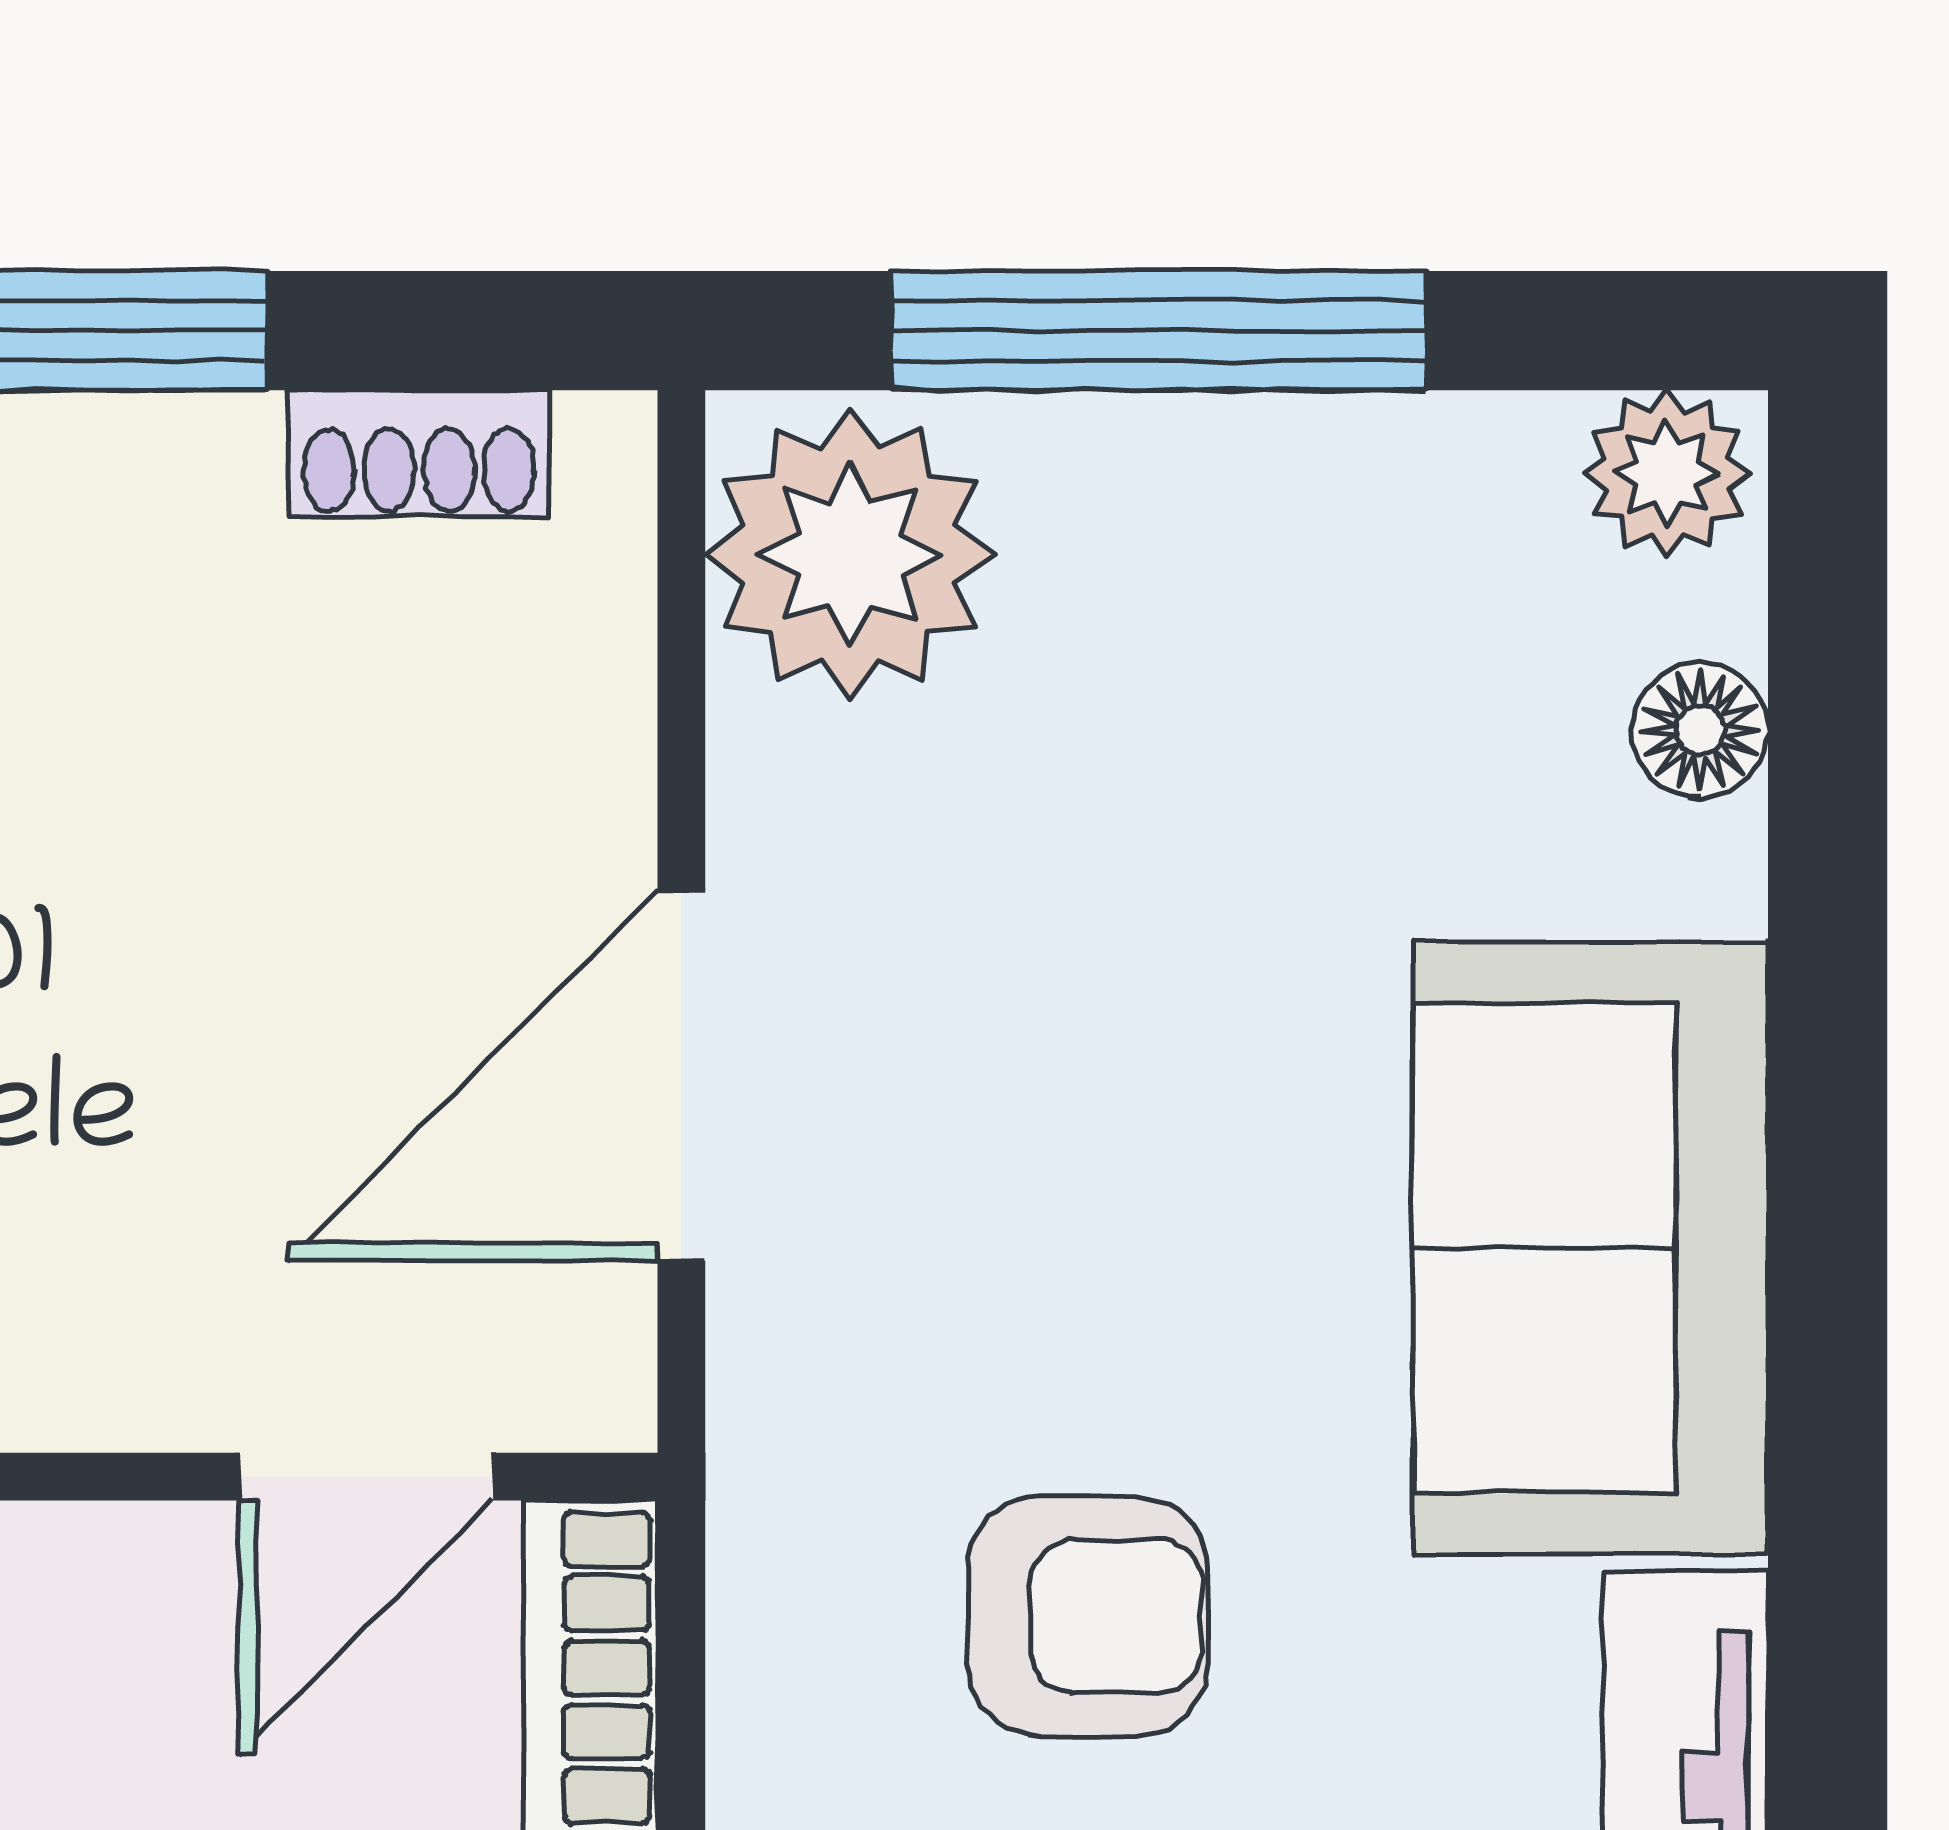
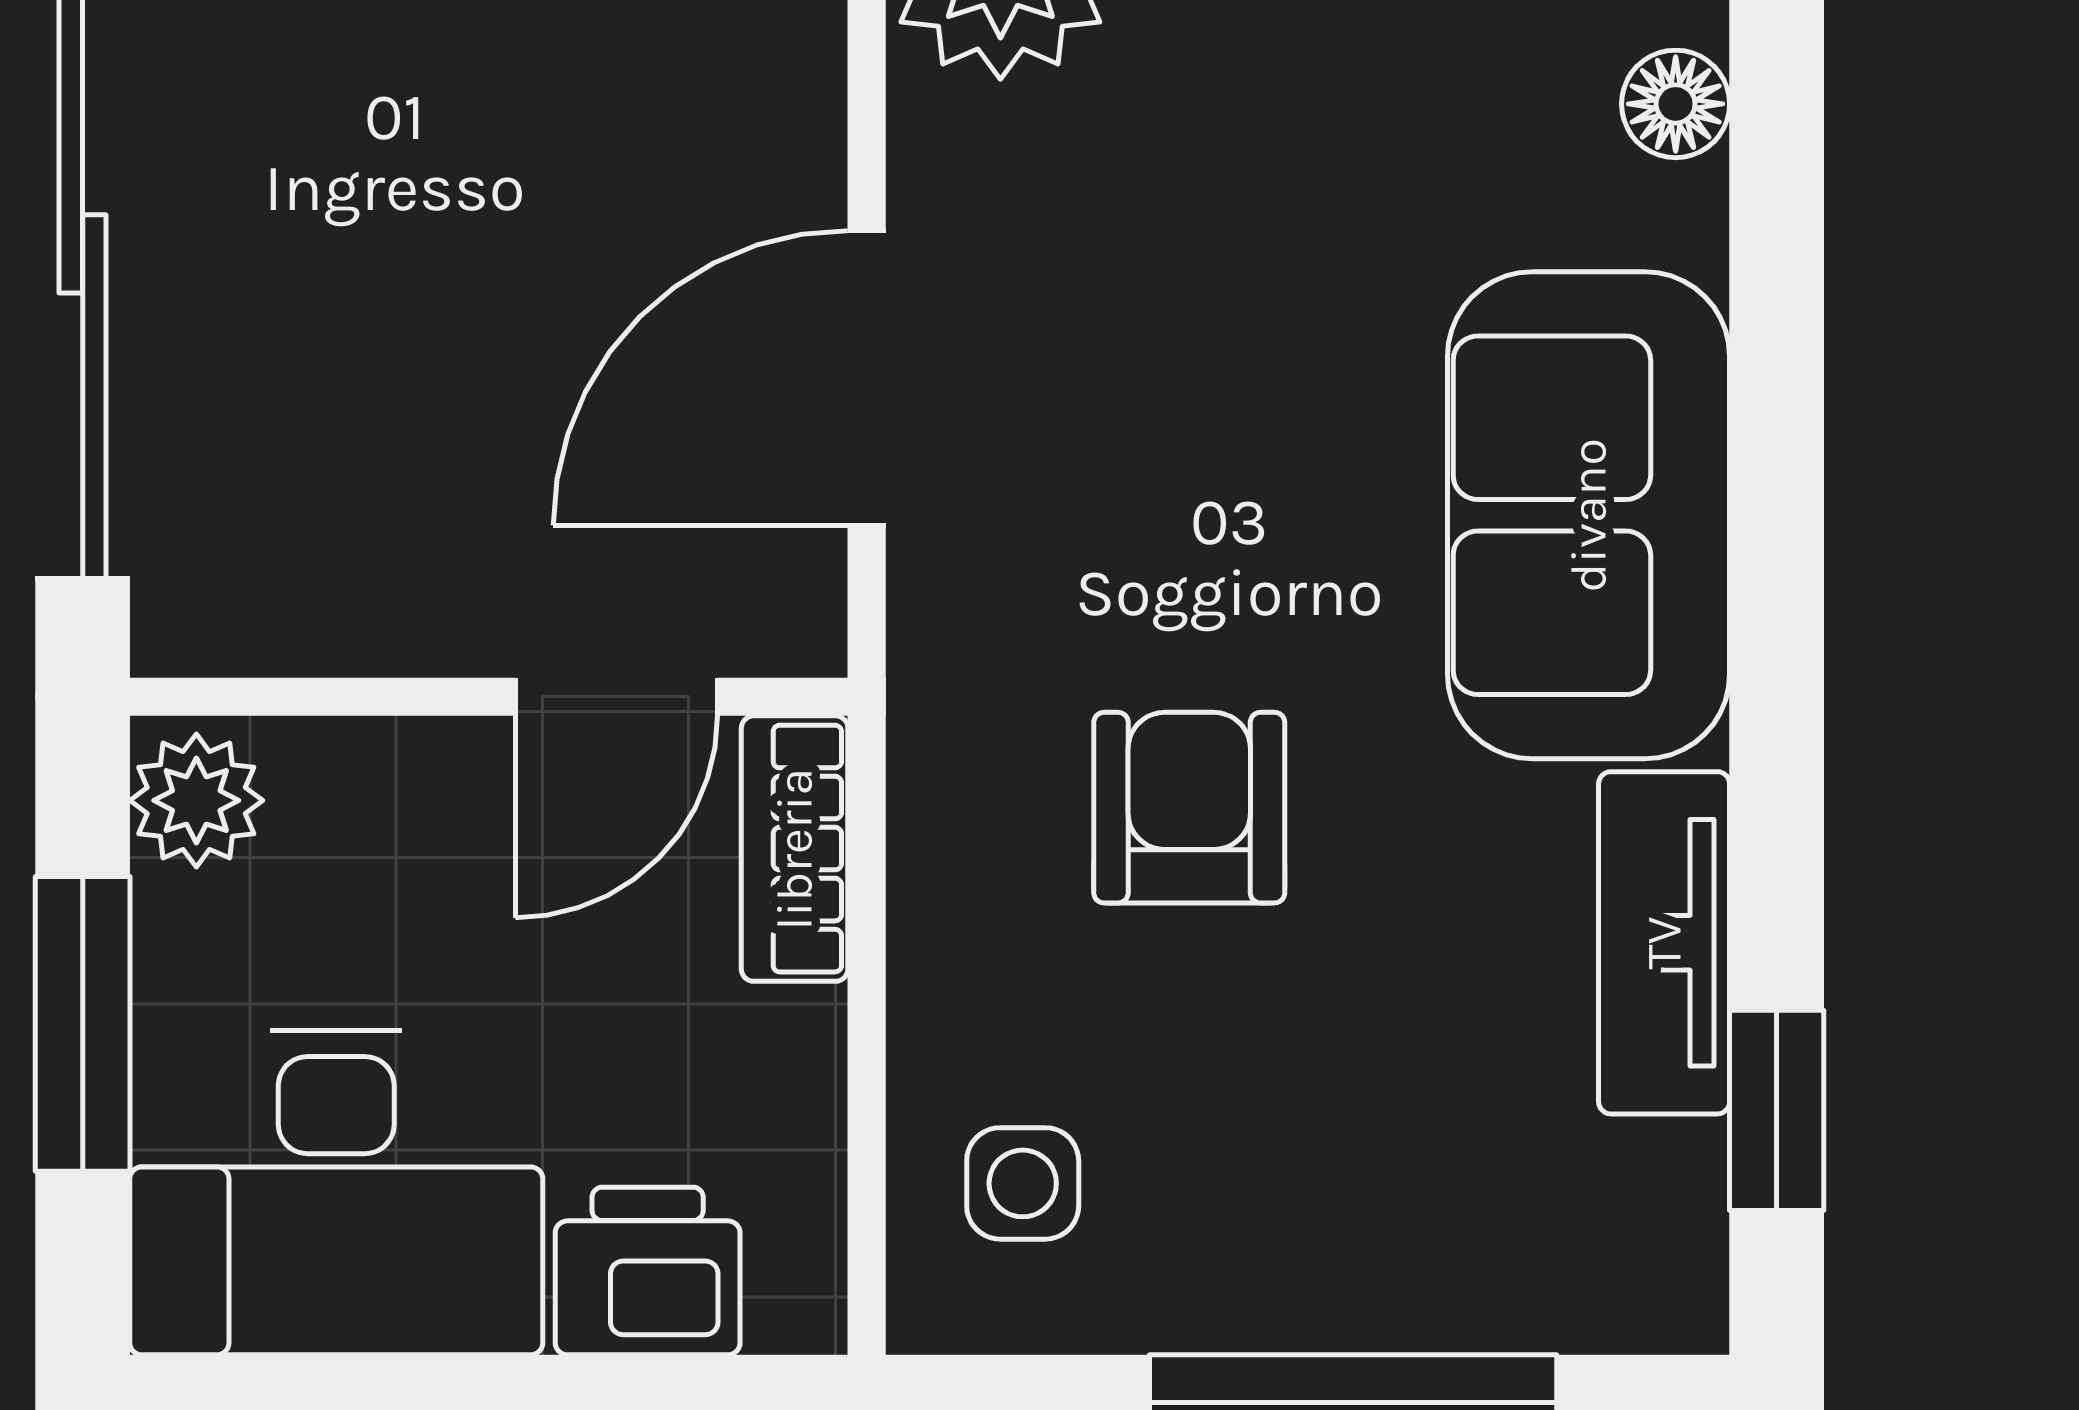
armchair: (1088, 1616) -> (1189, 808), turned -90

